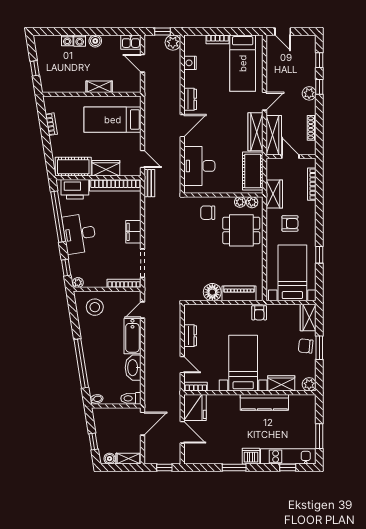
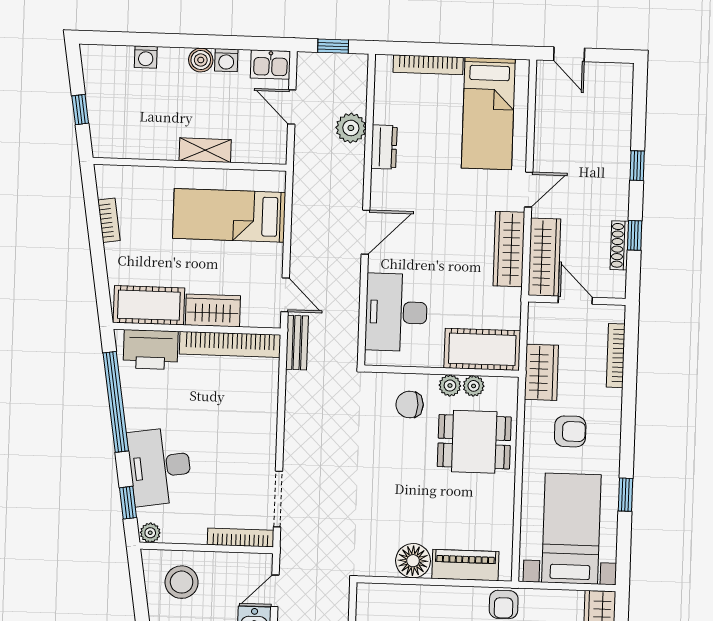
bookcase: (218, 39) -> (428, 65), width x1.56
washing machine: (80, 41) -> (226, 60), moved
plant: (173, 43) -> (351, 128), moved
window: (319, 60) -> (635, 235), moved
nightstand: (190, 63) -> (385, 109), removed
plant: (309, 93) -> (617, 178), removed
dresser: (190, 99) -> (384, 147), moved
cot: (253, 171) -> (482, 349), moved, turned 90
plant: (252, 202) -> (450, 386), moved
filing cabinet: (133, 232) -> (262, 437), removed
desk: (79, 234) -> (160, 466), moved

